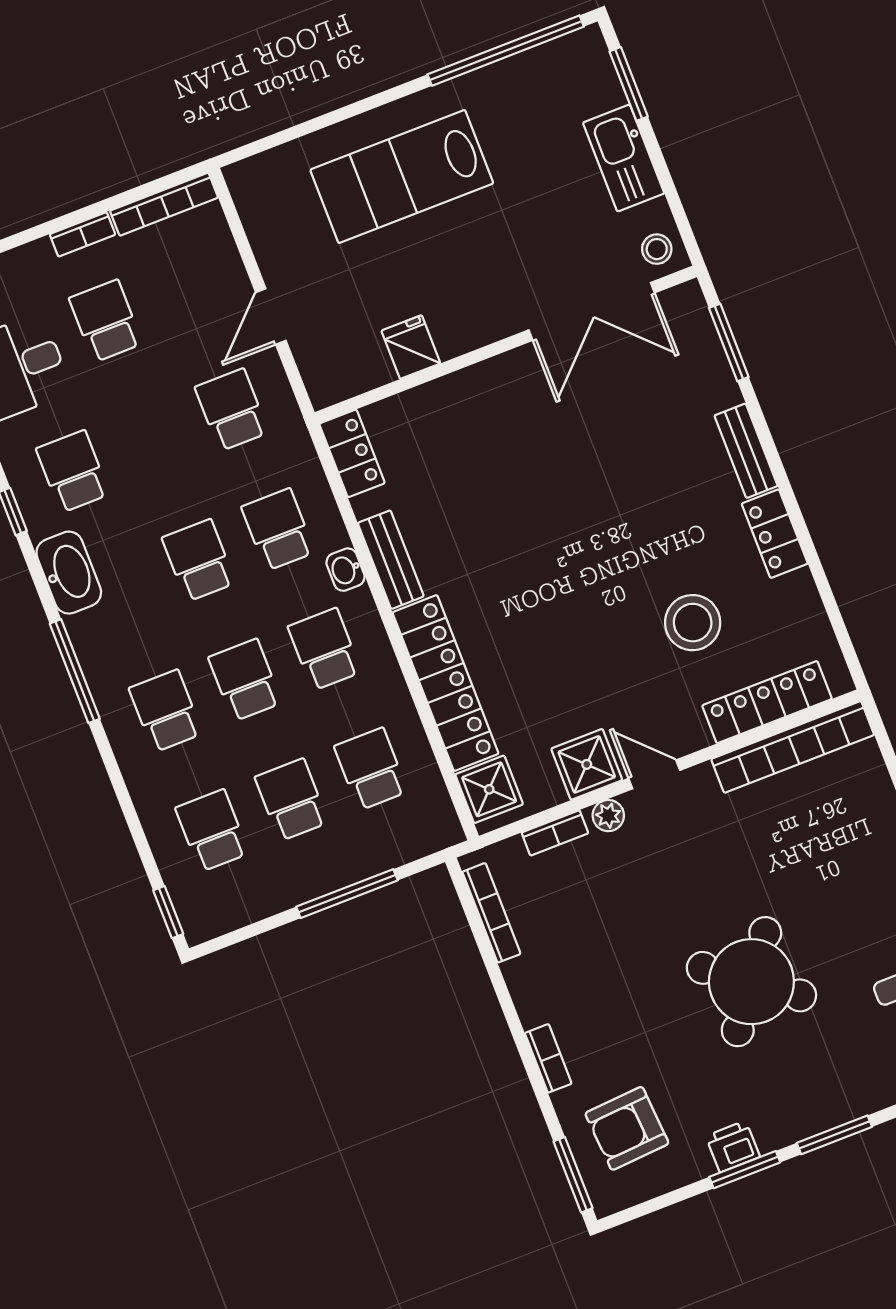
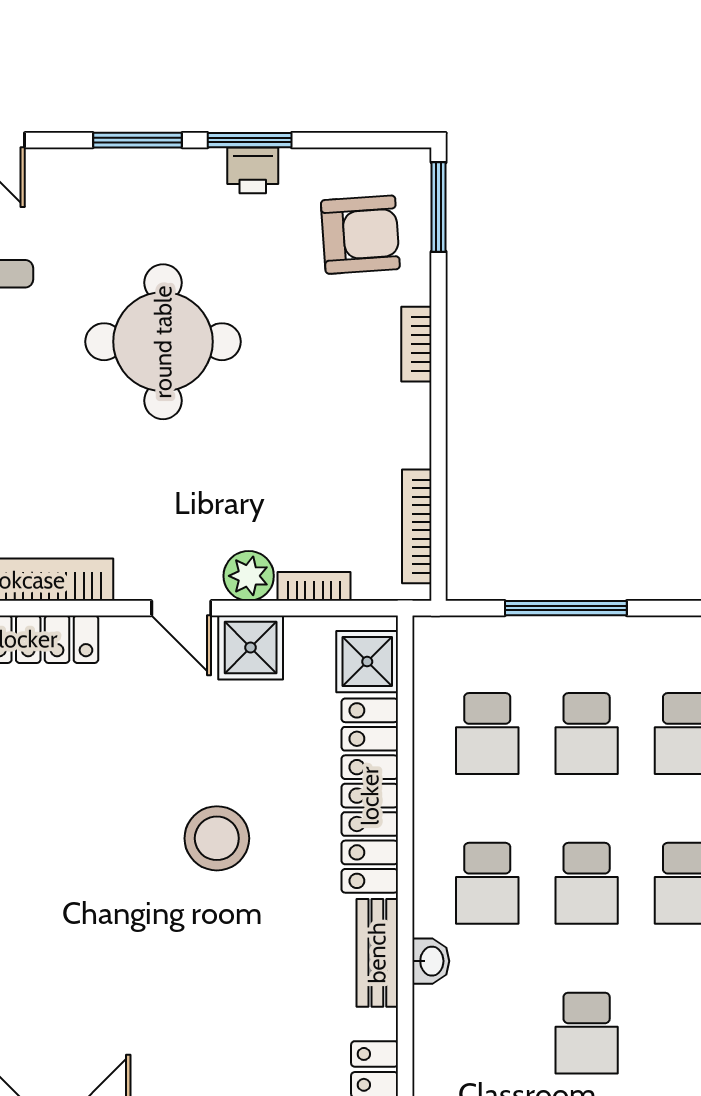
school desk: (278, 530) -> (487, 1033), removed
stool: (693, 623) -> (217, 838), moved
plant: (608, 816) -> (249, 576), width x1.38, depth x1.38
round table: (751, 982) -> (163, 342), turned -37

